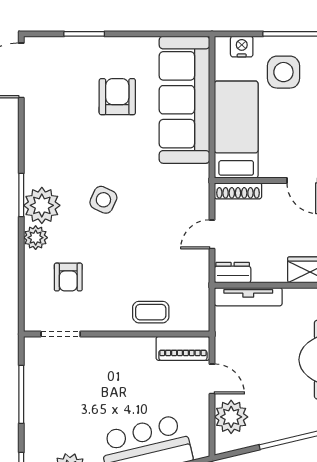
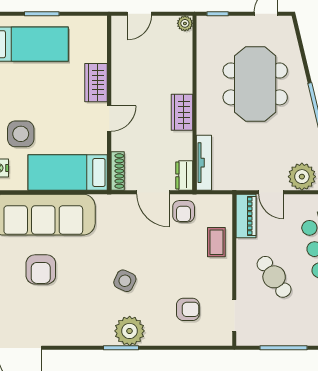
armchair: (117, 97) -> (41, 269), turned -90
door: (212, 234) -> (153, 192), width x1.38
plant: (36, 238) -> (156, 336), removed
armchair: (189, 272) -> (184, 211), added
door: (212, 379) -> (271, 192), swing flipped
cafe table: (108, 383) -> (274, 277), added

